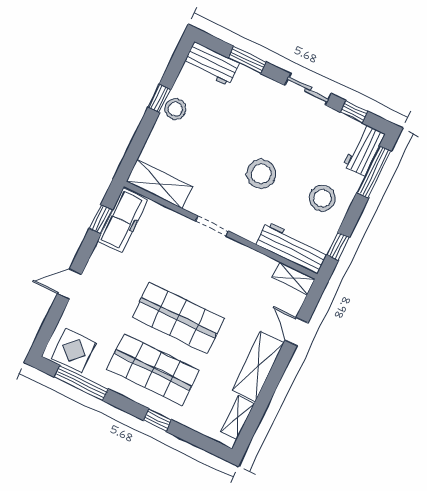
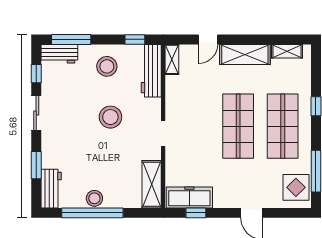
window: (160, 98) -> (92, 213), width x3.17

